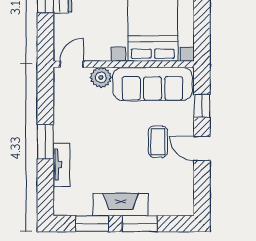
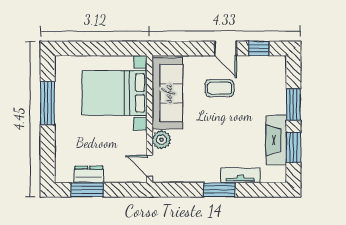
window: (202, 106) -> (259, 49), moved
door: (202, 148) -> (226, 49), hinge flipped
fireplace: (121, 205) -> (276, 140), moved

